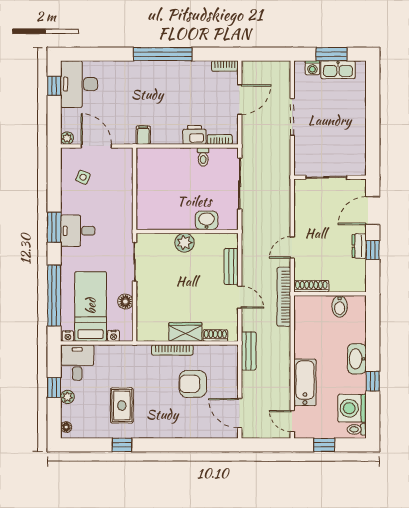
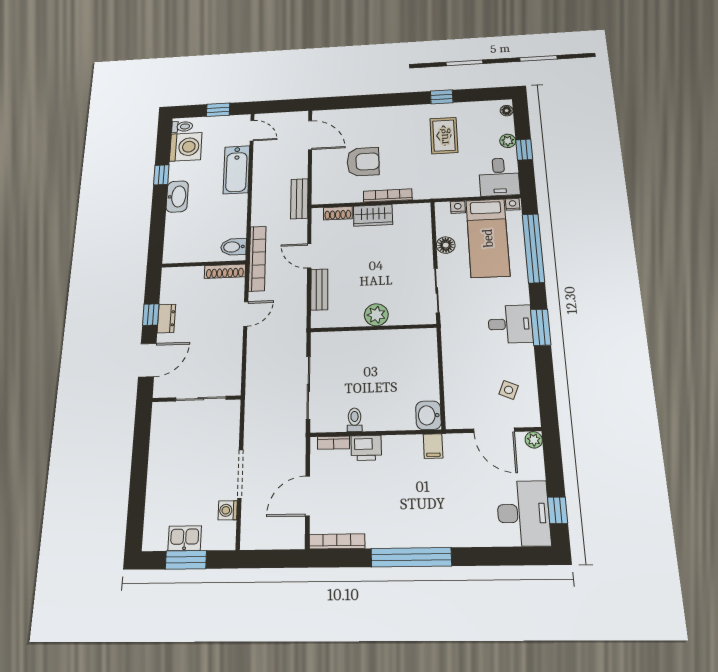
bookcase: (225, 66) -> (337, 541), width x1.56
washing machine: (312, 68) -> (228, 510), moved, turned -90
kitchen sink: (338, 70) -> (185, 538), width x0.73
washbasin: (207, 220) -> (428, 415), moved, turned 90
bidet: (340, 306) -> (233, 247), moved, turned -90

